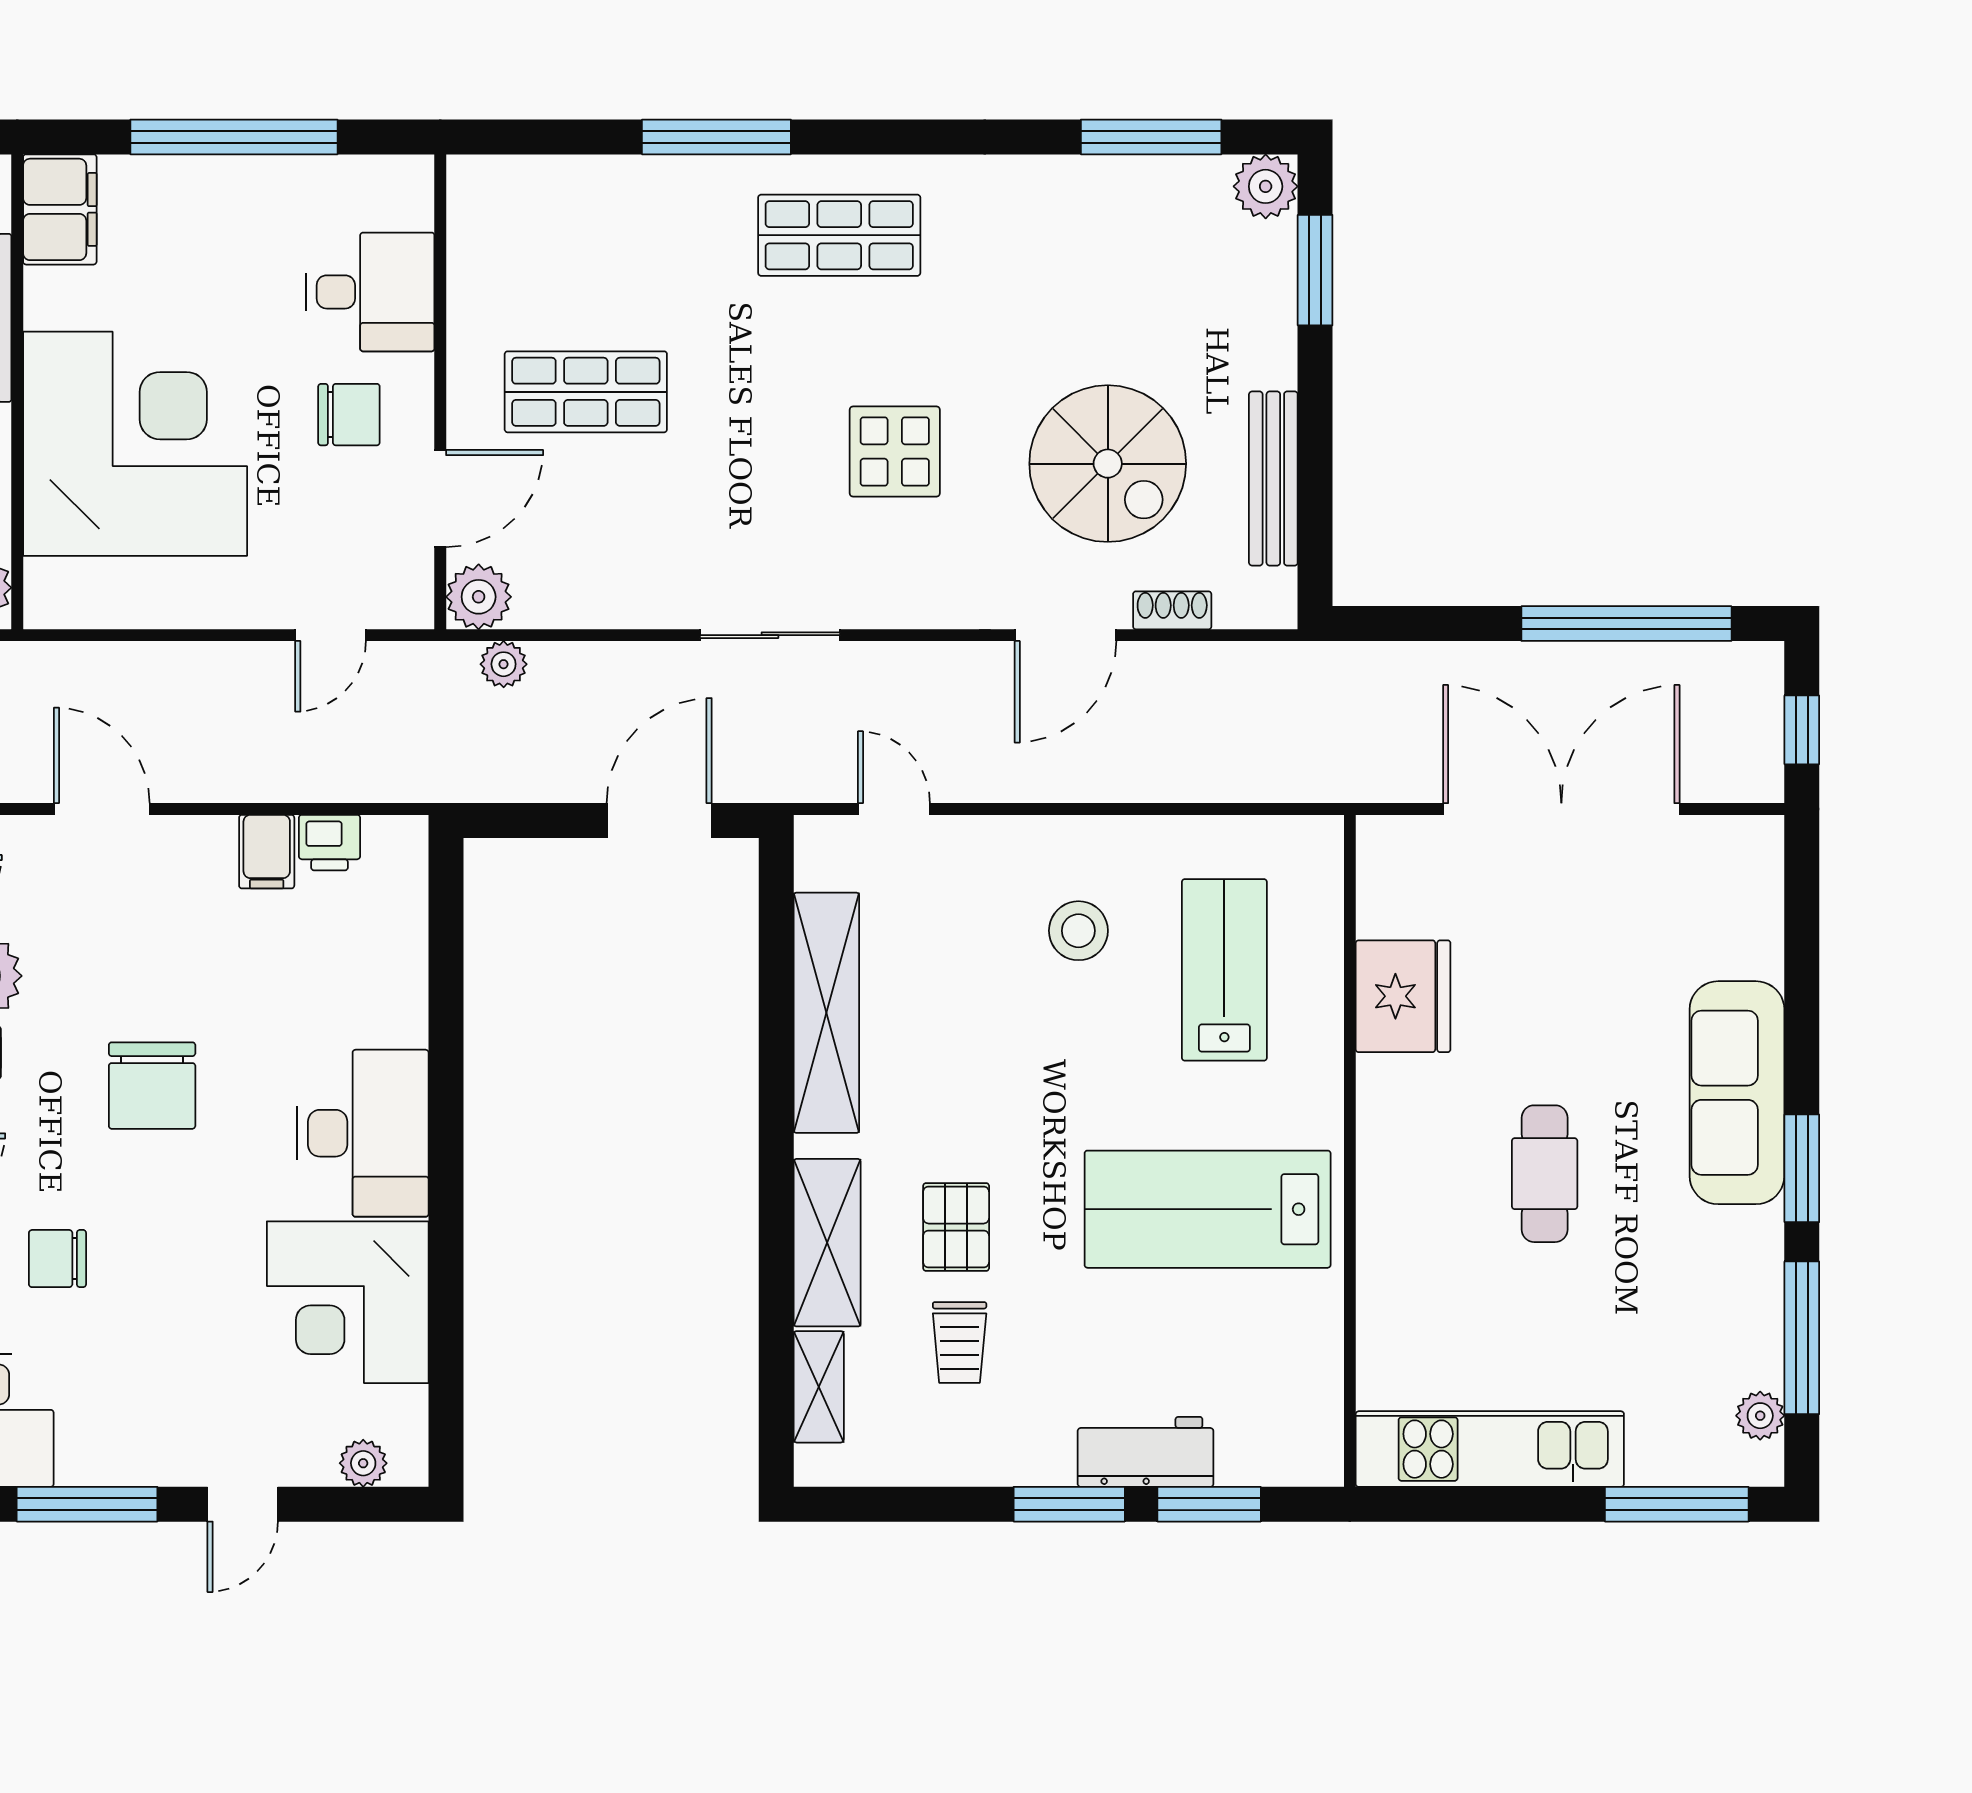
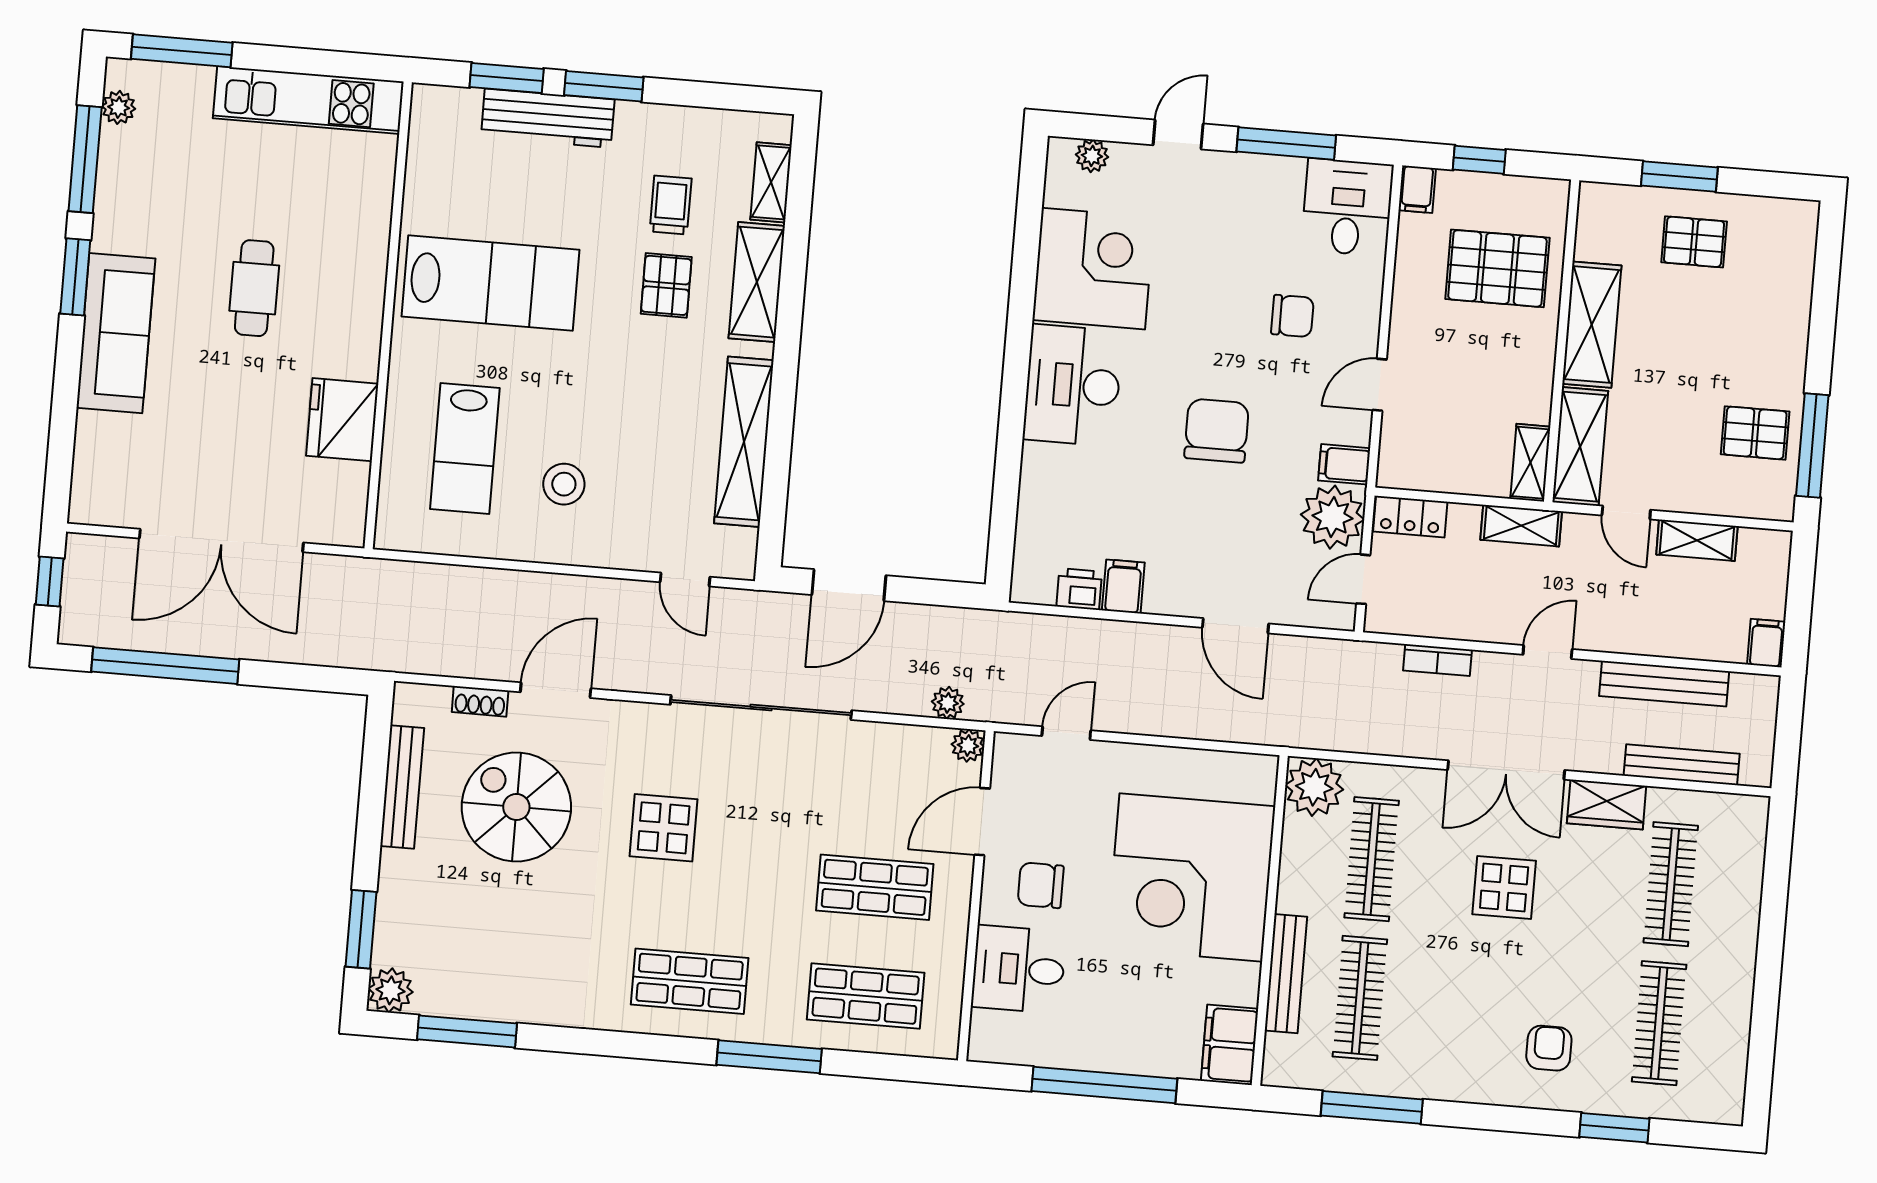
shop shelf: (586, 235) -> (866, 996), added
plant: (479, 597) -> (968, 745), width x0.73, depth x0.73
sliding door: (770, 635) -> (761, 707), width x1.86
workbench: (1146, 1452) -> (548, 118), width x1.37

